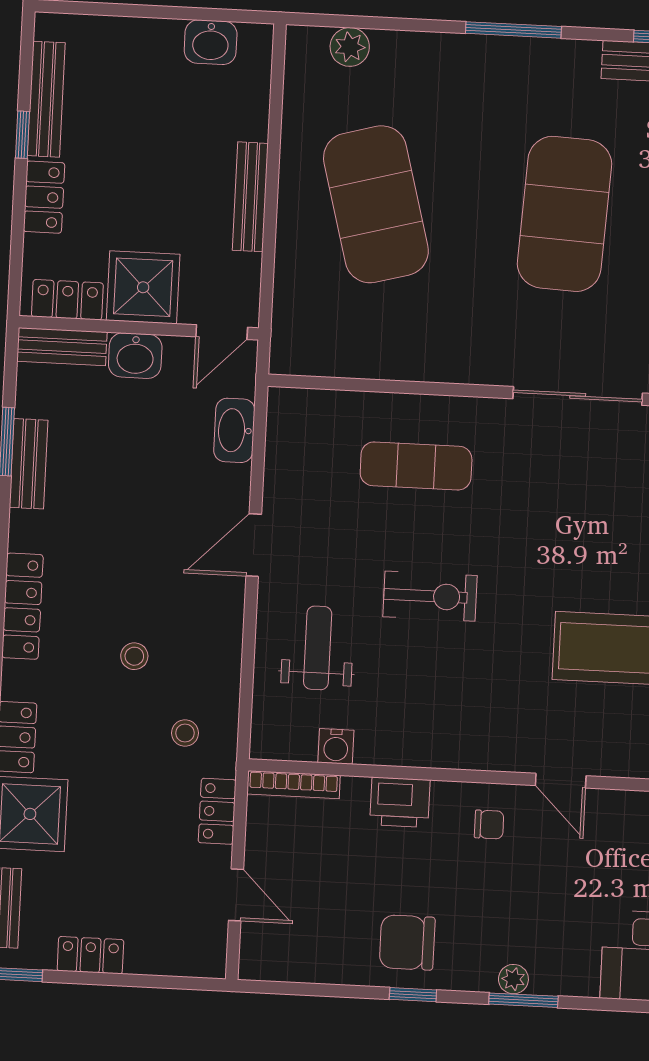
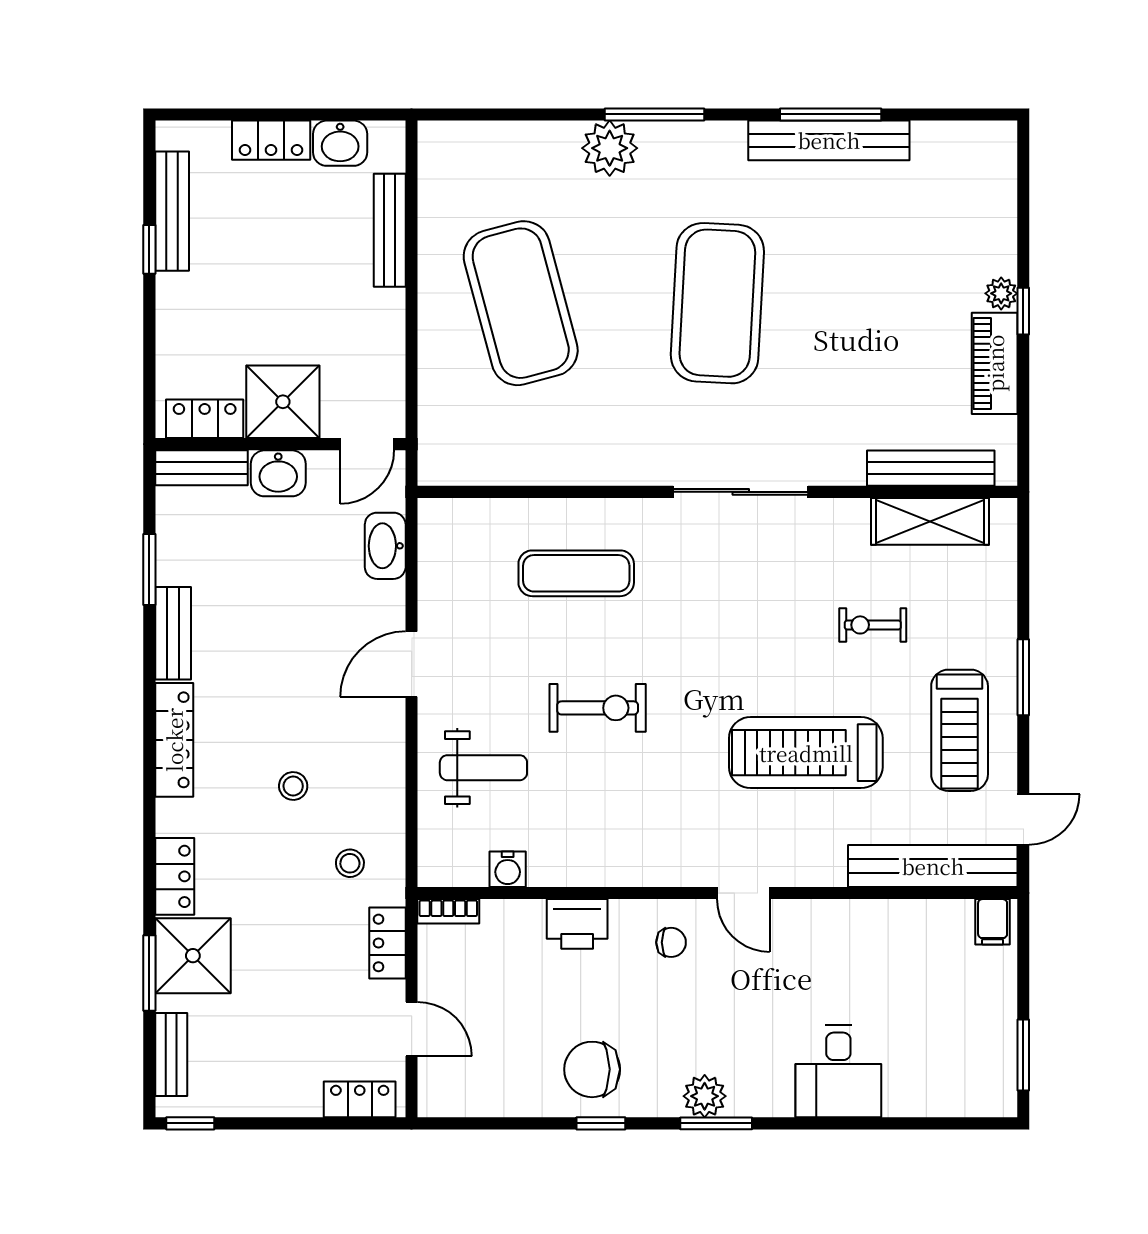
plant: (350, 47) -> (610, 148), moved, width x1.36, depth x1.36
locker: (44, 197) -> (271, 140), moved, turned 90
bench: (250, 197) -> (390, 230), moved
bench: (29, 464) -> (173, 633), moved
weight bench: (318, 648) -> (483, 768), turned 90
bookcase: (294, 785) -> (448, 911), width x0.64
locker: (90, 955) -> (360, 1099), moved
plant: (513, 979) -> (705, 1096), width x1.38, depth x1.38

